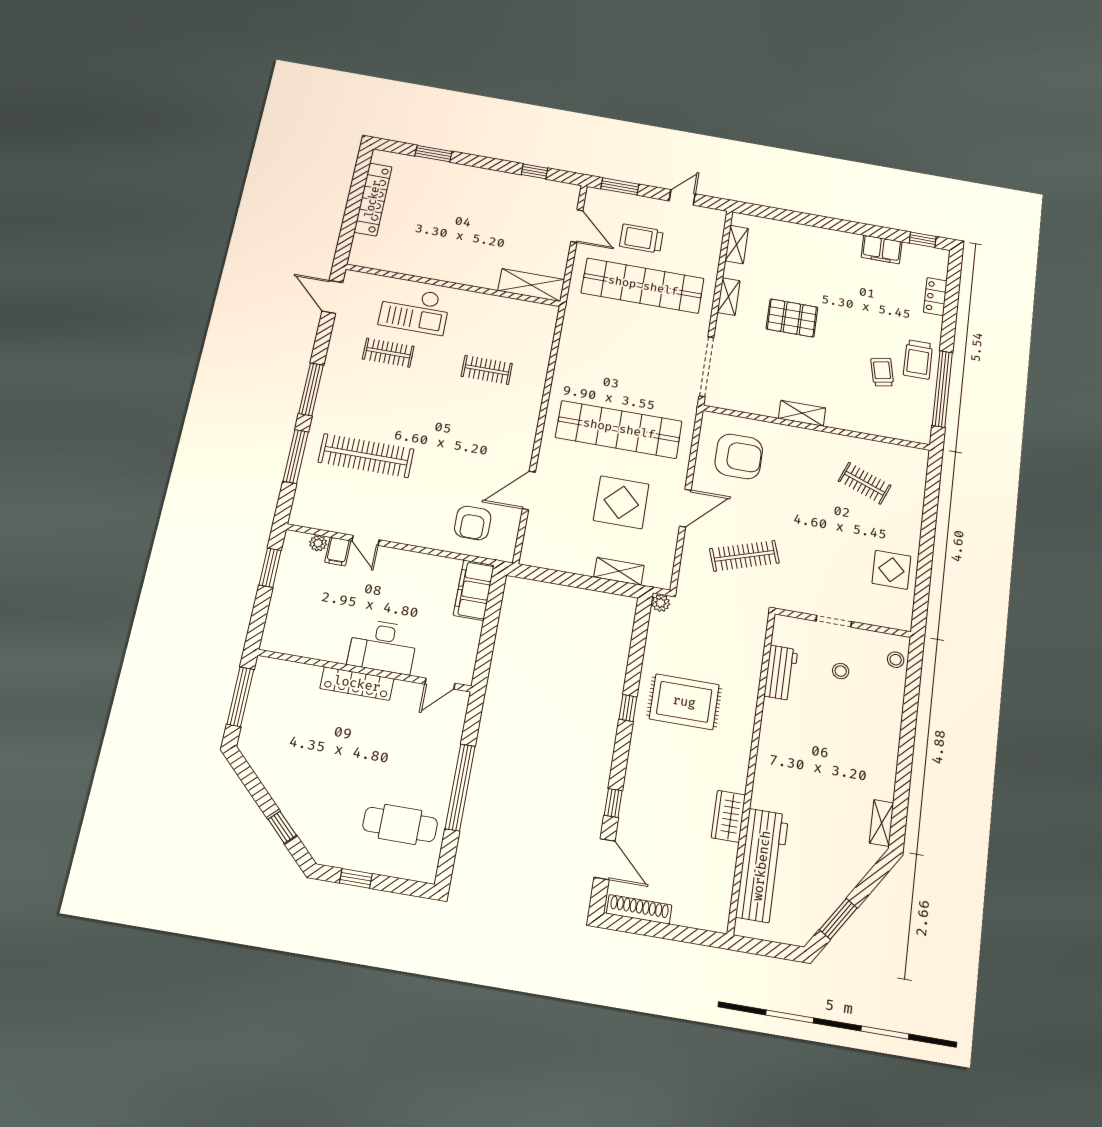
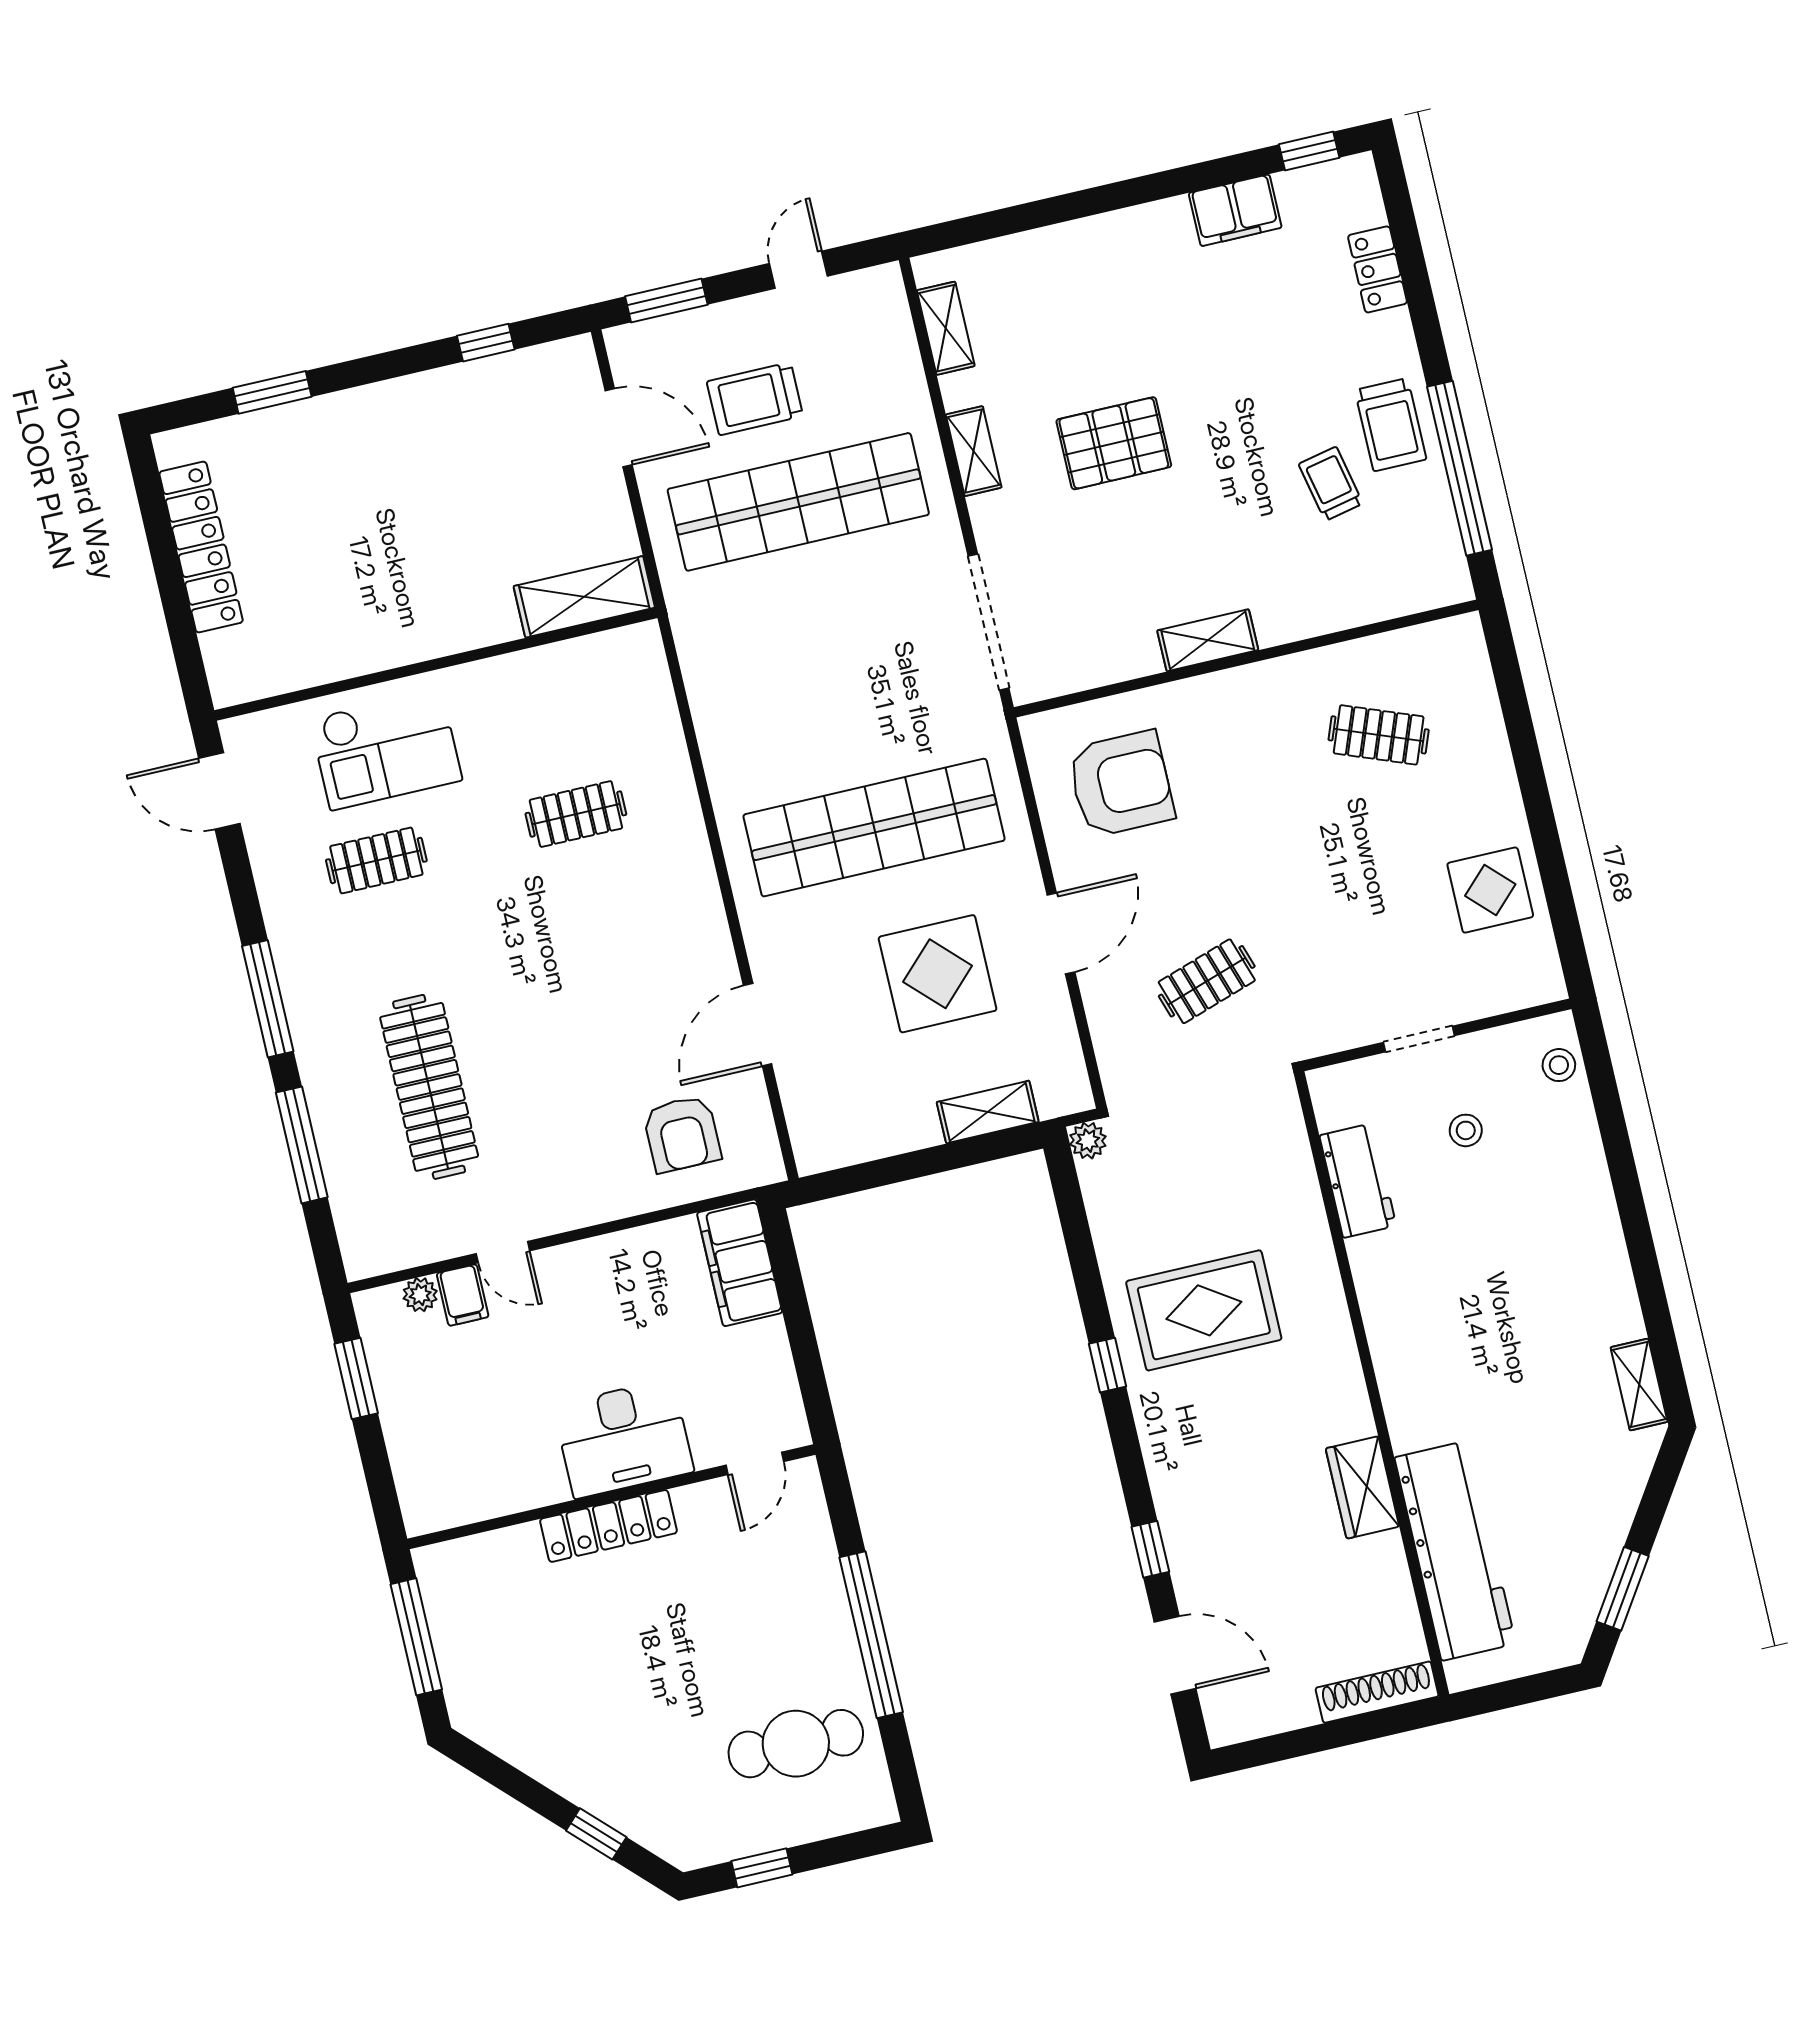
clothes rail: (366, 456) -> (429, 1087), turned 90
clothes rail: (744, 556) -> (1207, 981), width x0.73
shoe rack: (639, 909) -> (1377, 1692), moved

